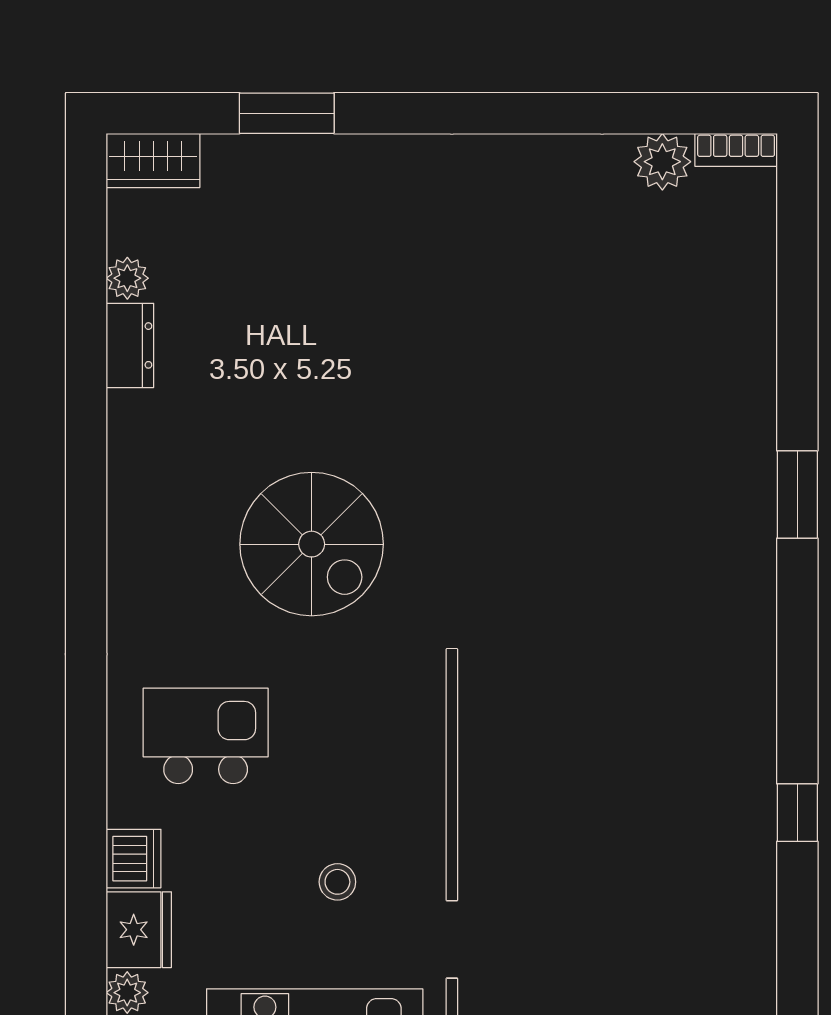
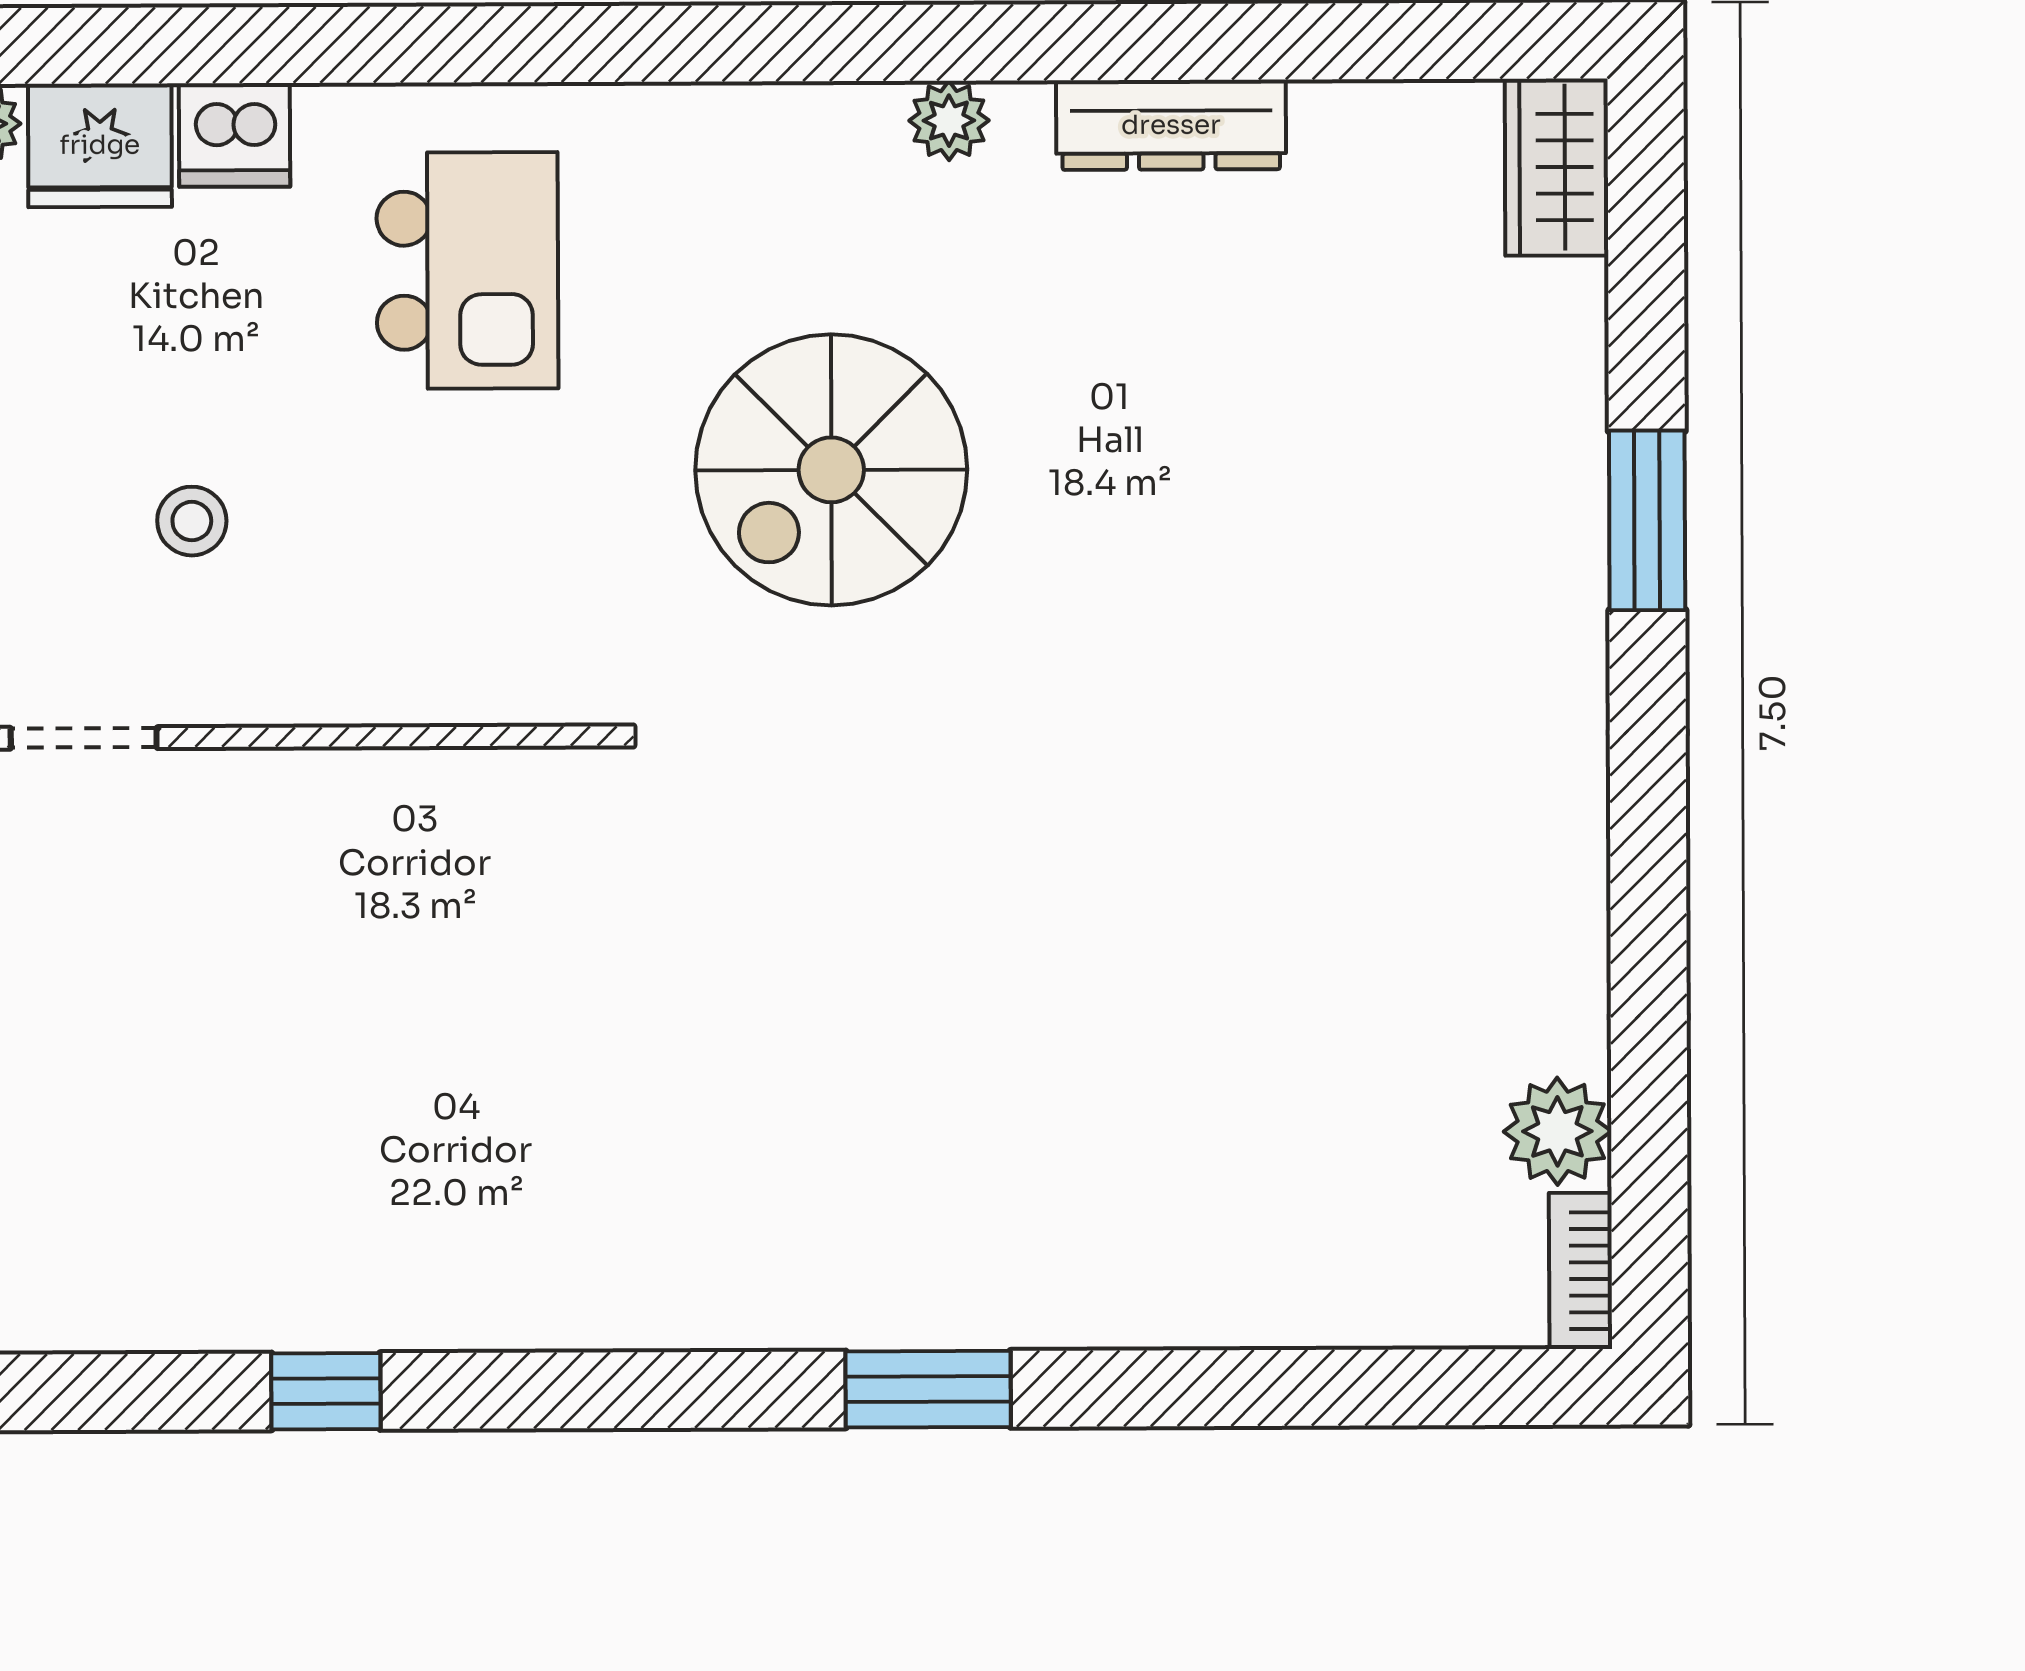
window: (287, 113) -> (1647, 520), moved
plant: (127, 278) -> (949, 121), moved
dresser: (130, 345) -> (1171, 125), width x1.44

